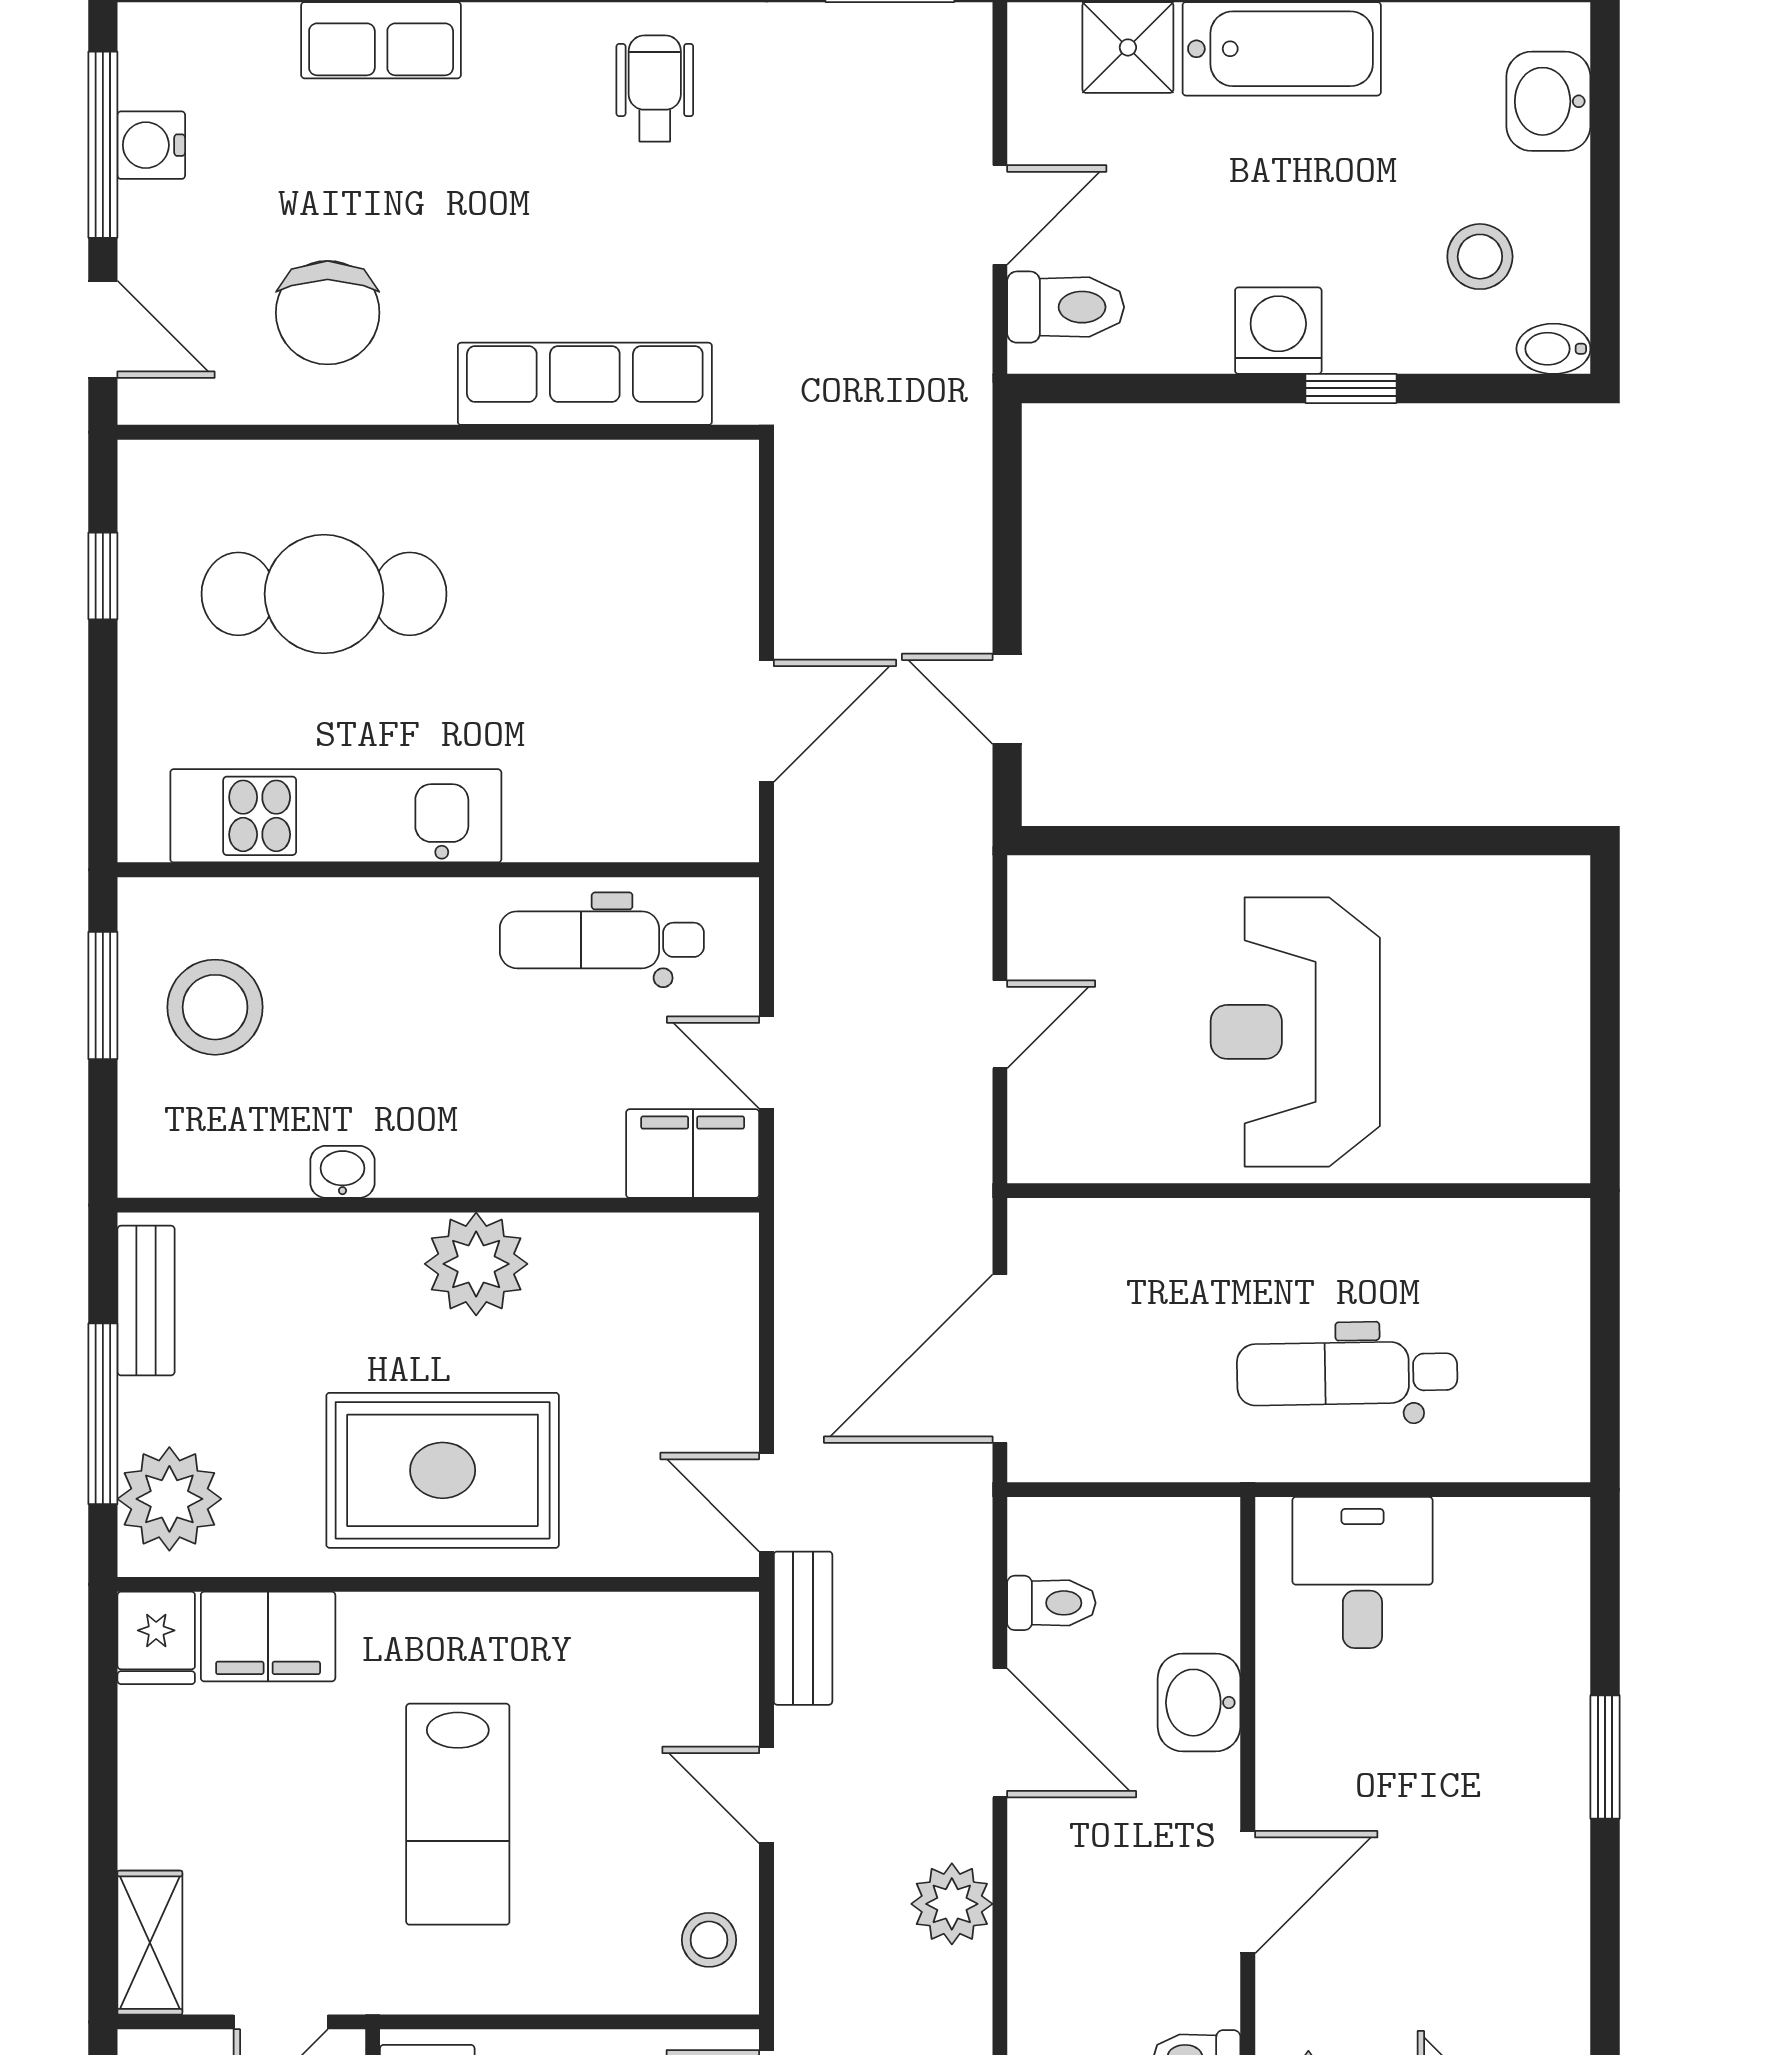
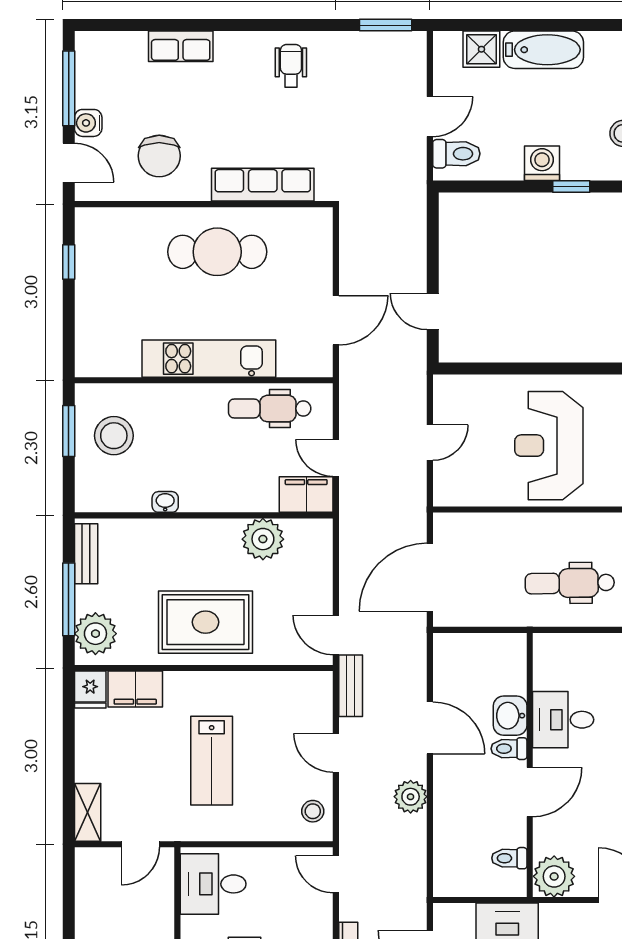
water cooler: (151, 145) -> (88, 123), moved
cafe table: (324, 594) -> (217, 252), moved
kitchen unit: (336, 816) -> (209, 359), moved
plant: (476, 1264) -> (263, 539), moved
desk: (1362, 1573) -> (563, 720), moved, turned -90
toilet: (1051, 1603) -> (509, 749), moved, turned 180

